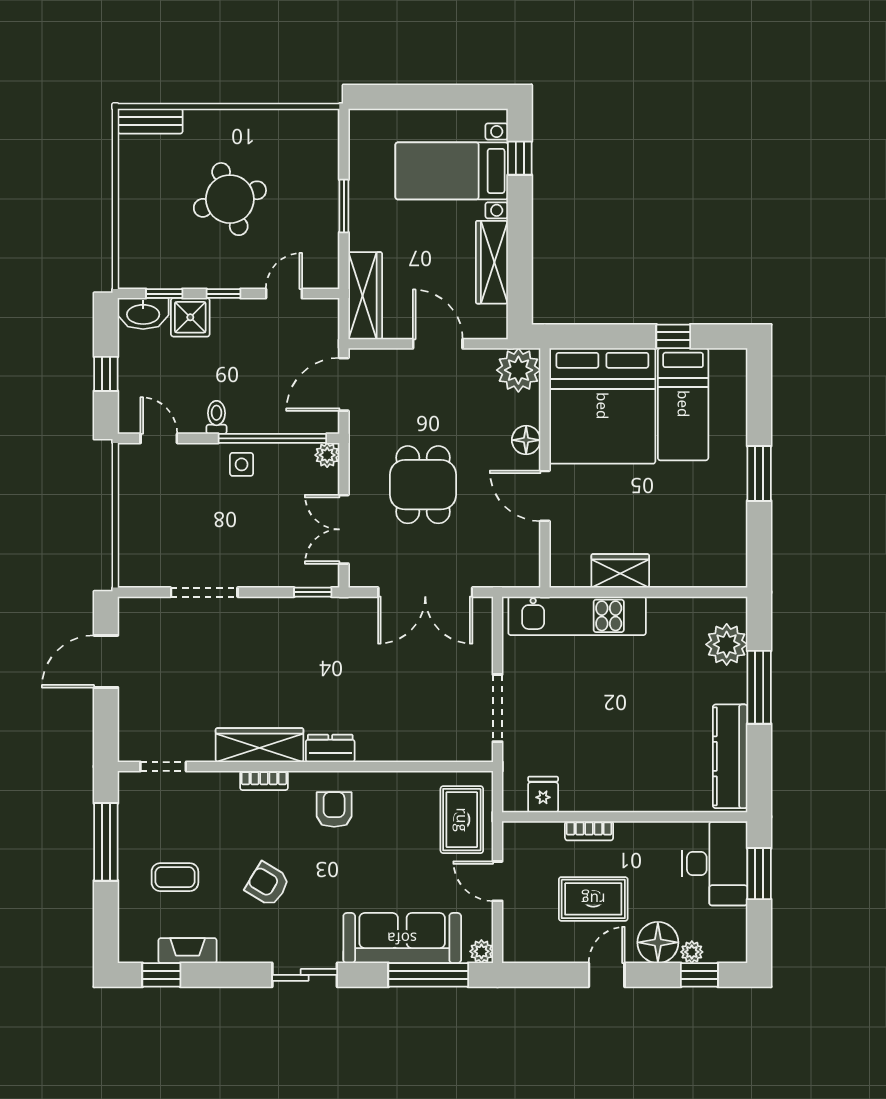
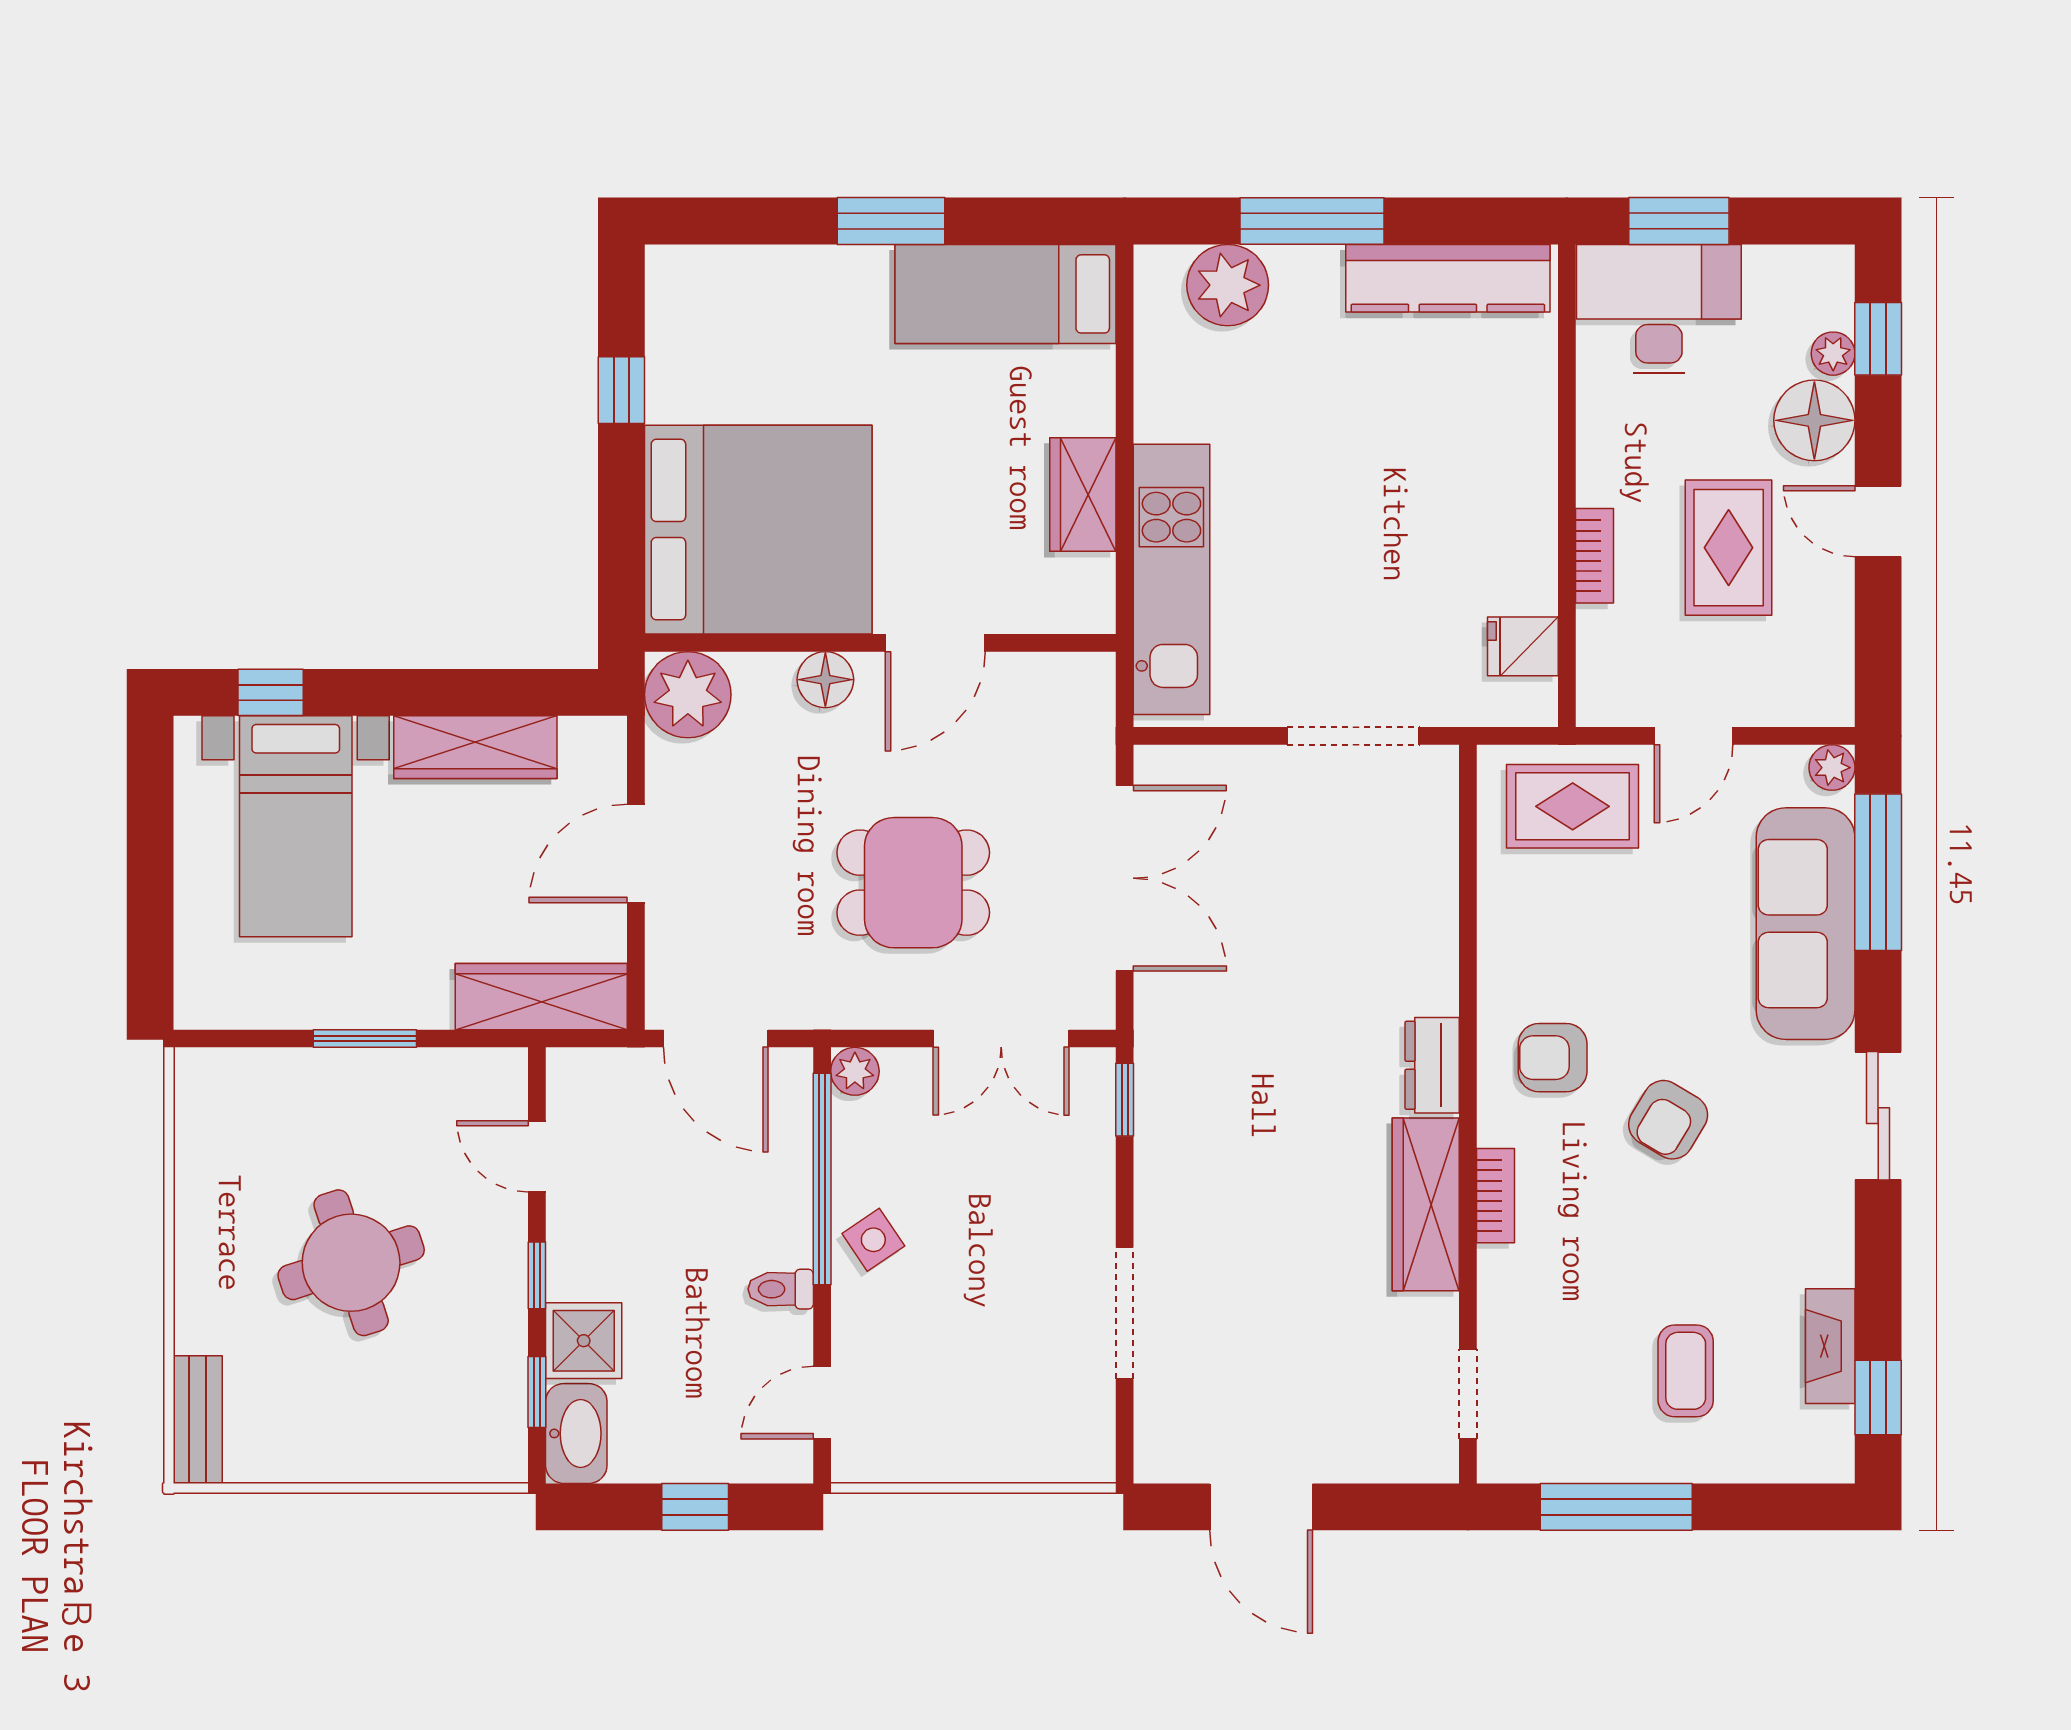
bed: (683, 404) -> (1006, 294), moved, turned 180
side table: (242, 464) -> (873, 1240), turned -34
armchair: (267, 884) -> (1668, 1120), moved

